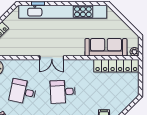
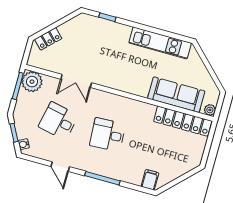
kitchen unit: (63, 12) -> (160, 43), width x0.54
double door: (52, 58) -> (76, 81), moved

